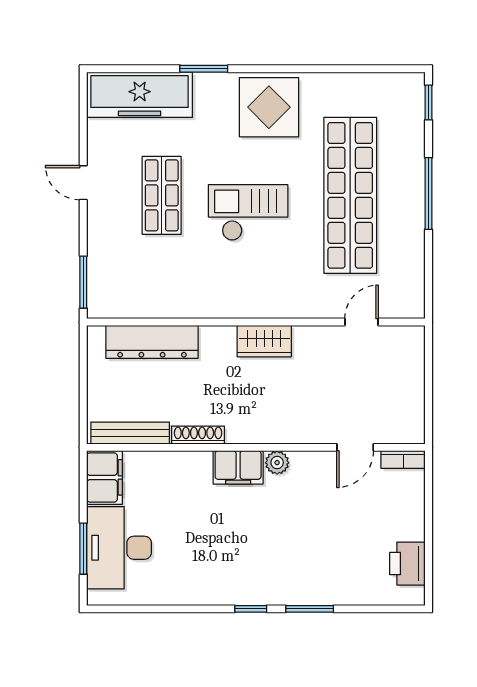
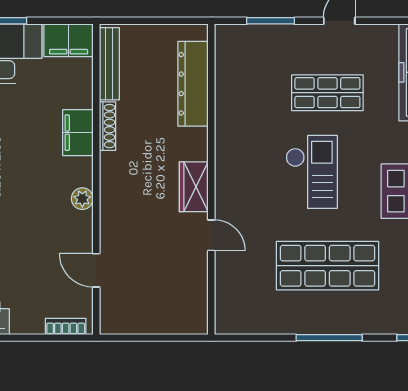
shop shelf: (350, 195) -> (327, 266), width x0.71
window: (83, 282) -> (270, 21), moved
door: (361, 322) -> (211, 235), moved
bookcase: (403, 460) -> (66, 326), moved, turned 90
filing cabinet: (238, 467) -> (78, 133), moved

